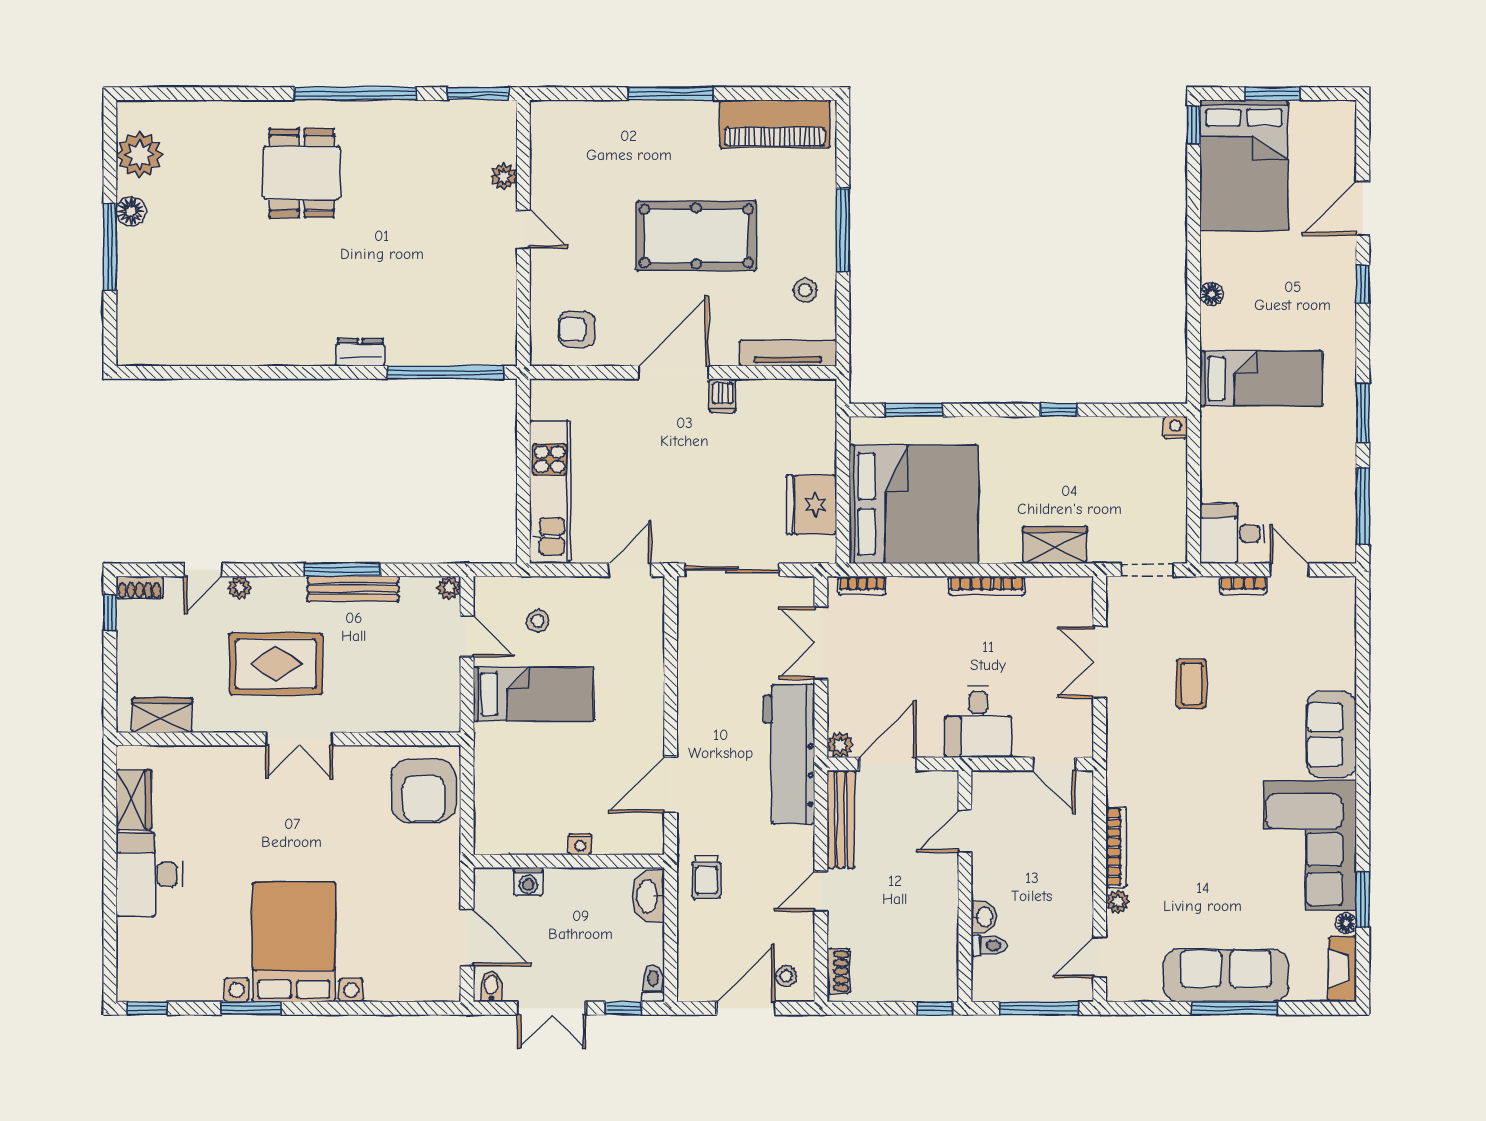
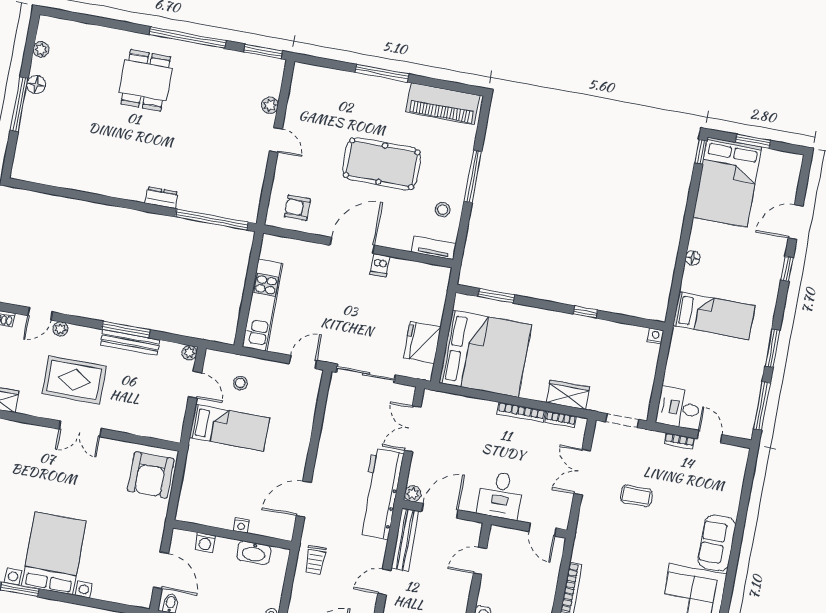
plant: (140, 155) -> (41, 49), width x0.53, depth x0.53
tv unit: (788, 353) -> (434, 248), width x0.71
bookcase: (862, 586) -> (561, 419), moved
coffee table: (1192, 684) -> (636, 496), turned 90
washbasin: (648, 896) -> (254, 553), moved, turned -90

